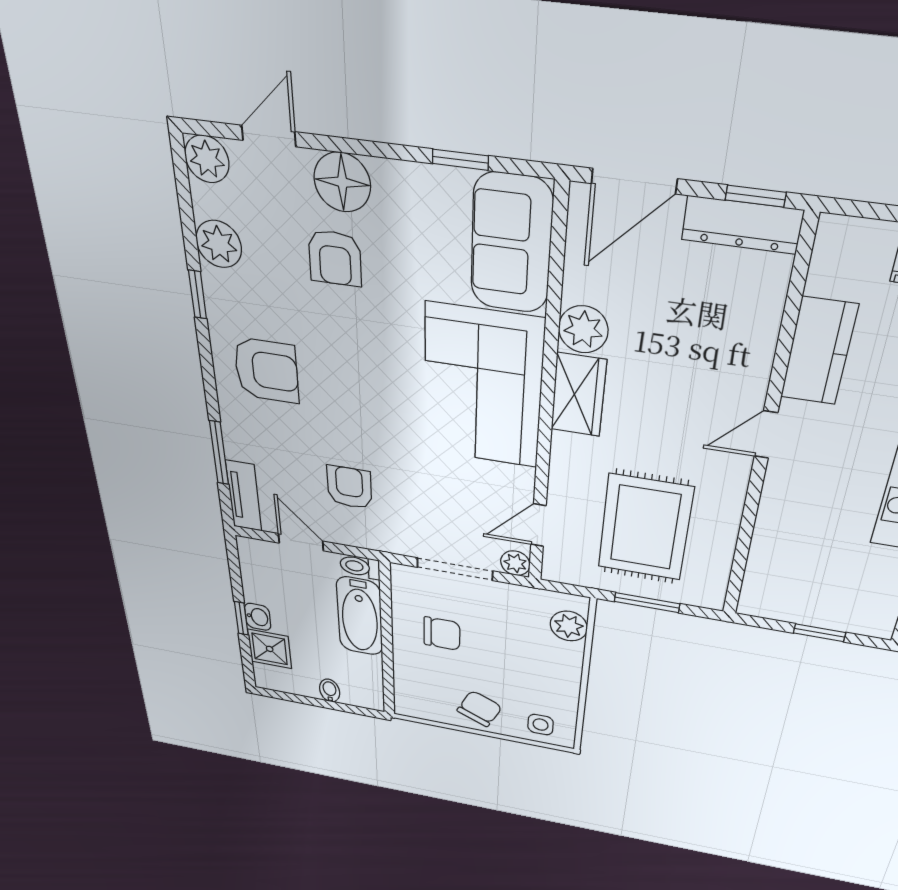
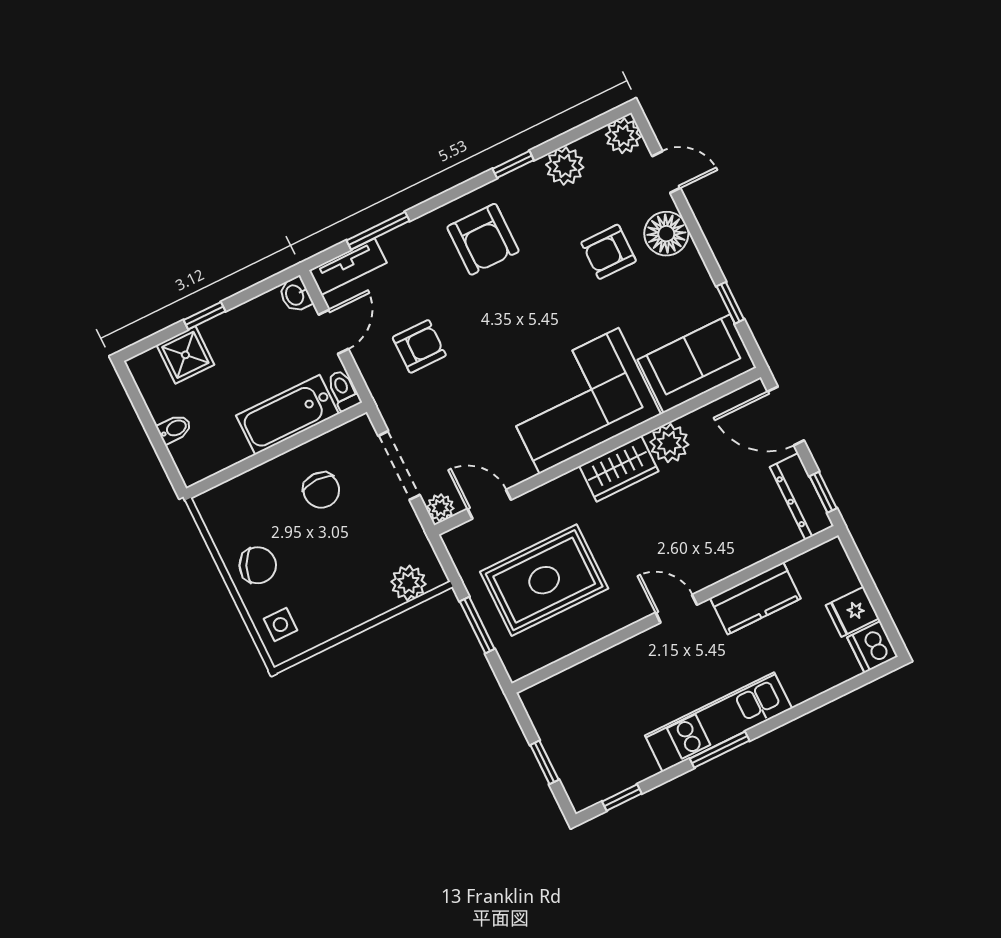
washbasin: (258, 617) -> (295, 295), moved, turned 90

